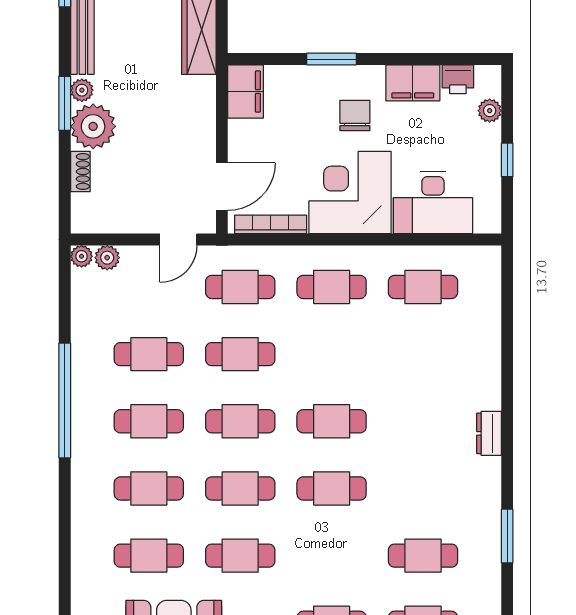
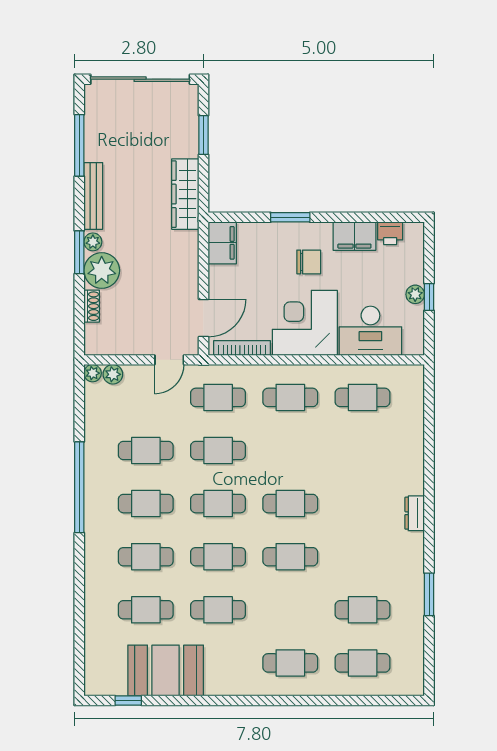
plant: (490, 111) -> (415, 294), moved
chair: (355, 116) -> (309, 262), turned 90

